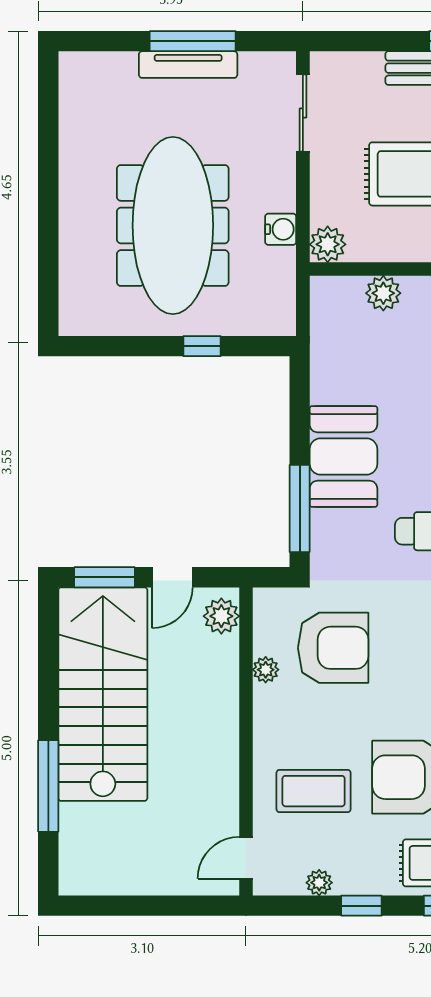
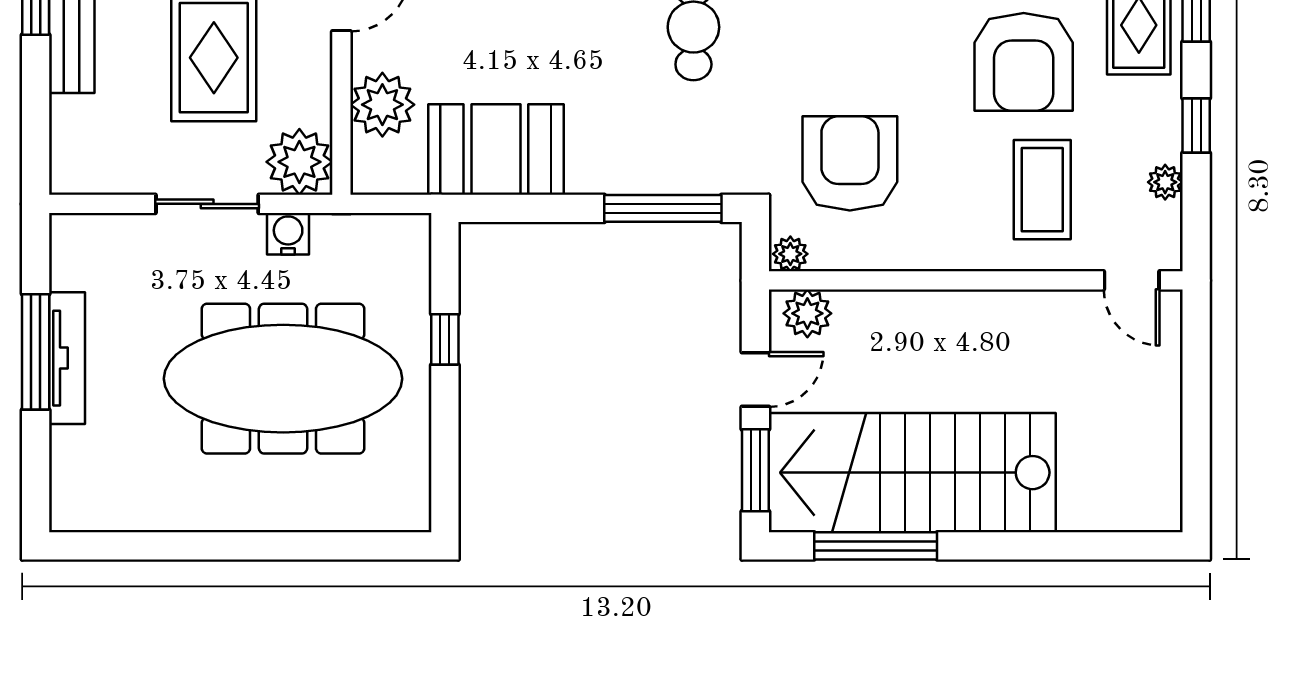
sliding door: (303, 113) -> (207, 204), moved
plant: (328, 244) -> (299, 162), width x1.36, depth x1.36
plant: (383, 293) -> (382, 105), width x1.36, depth x1.36
booth: (343, 456) -> (496, 150), moved
door: (172, 577) -> (755, 379), hinge flipped
plant: (266, 670) -> (790, 254), moved
window: (48, 786) -> (876, 546), moved

